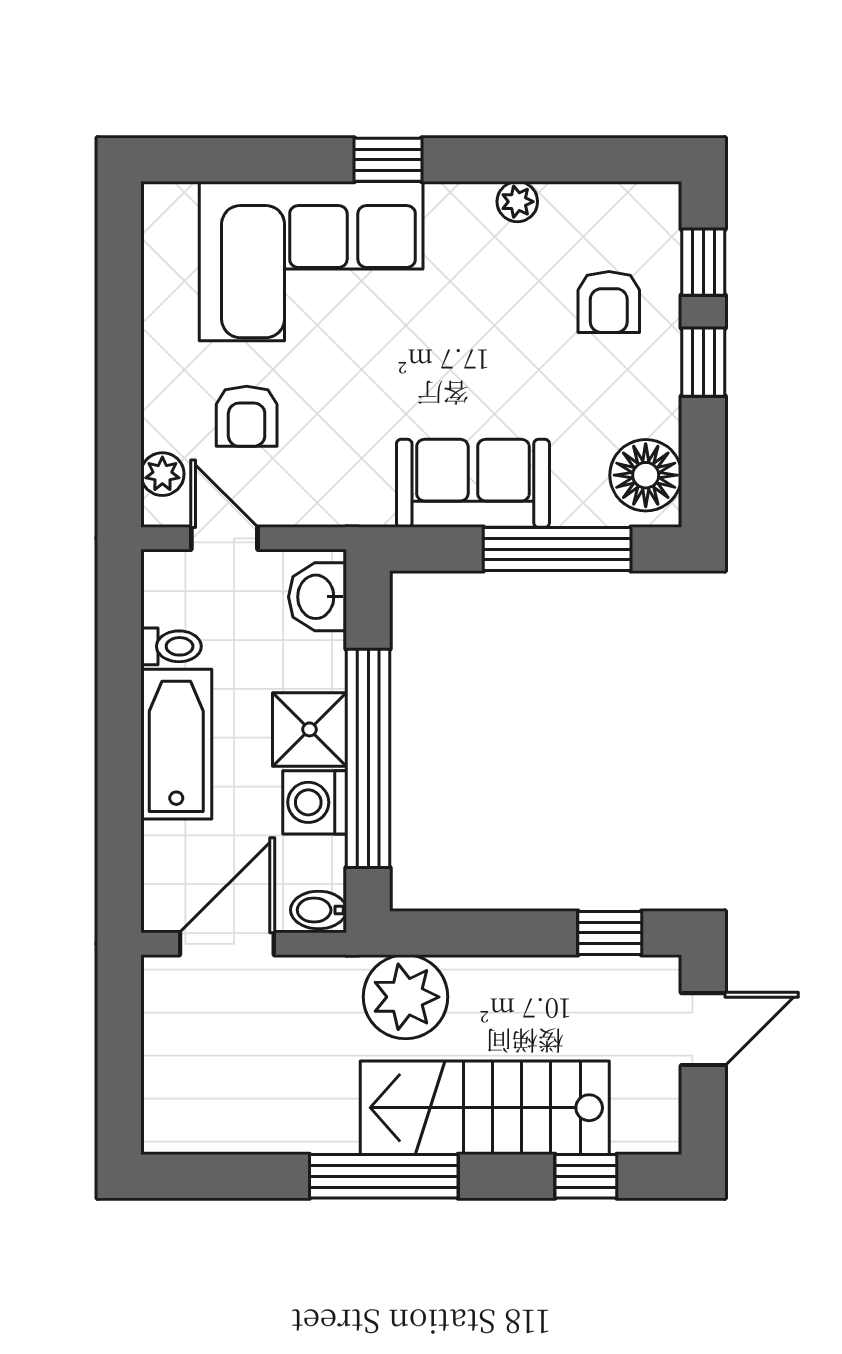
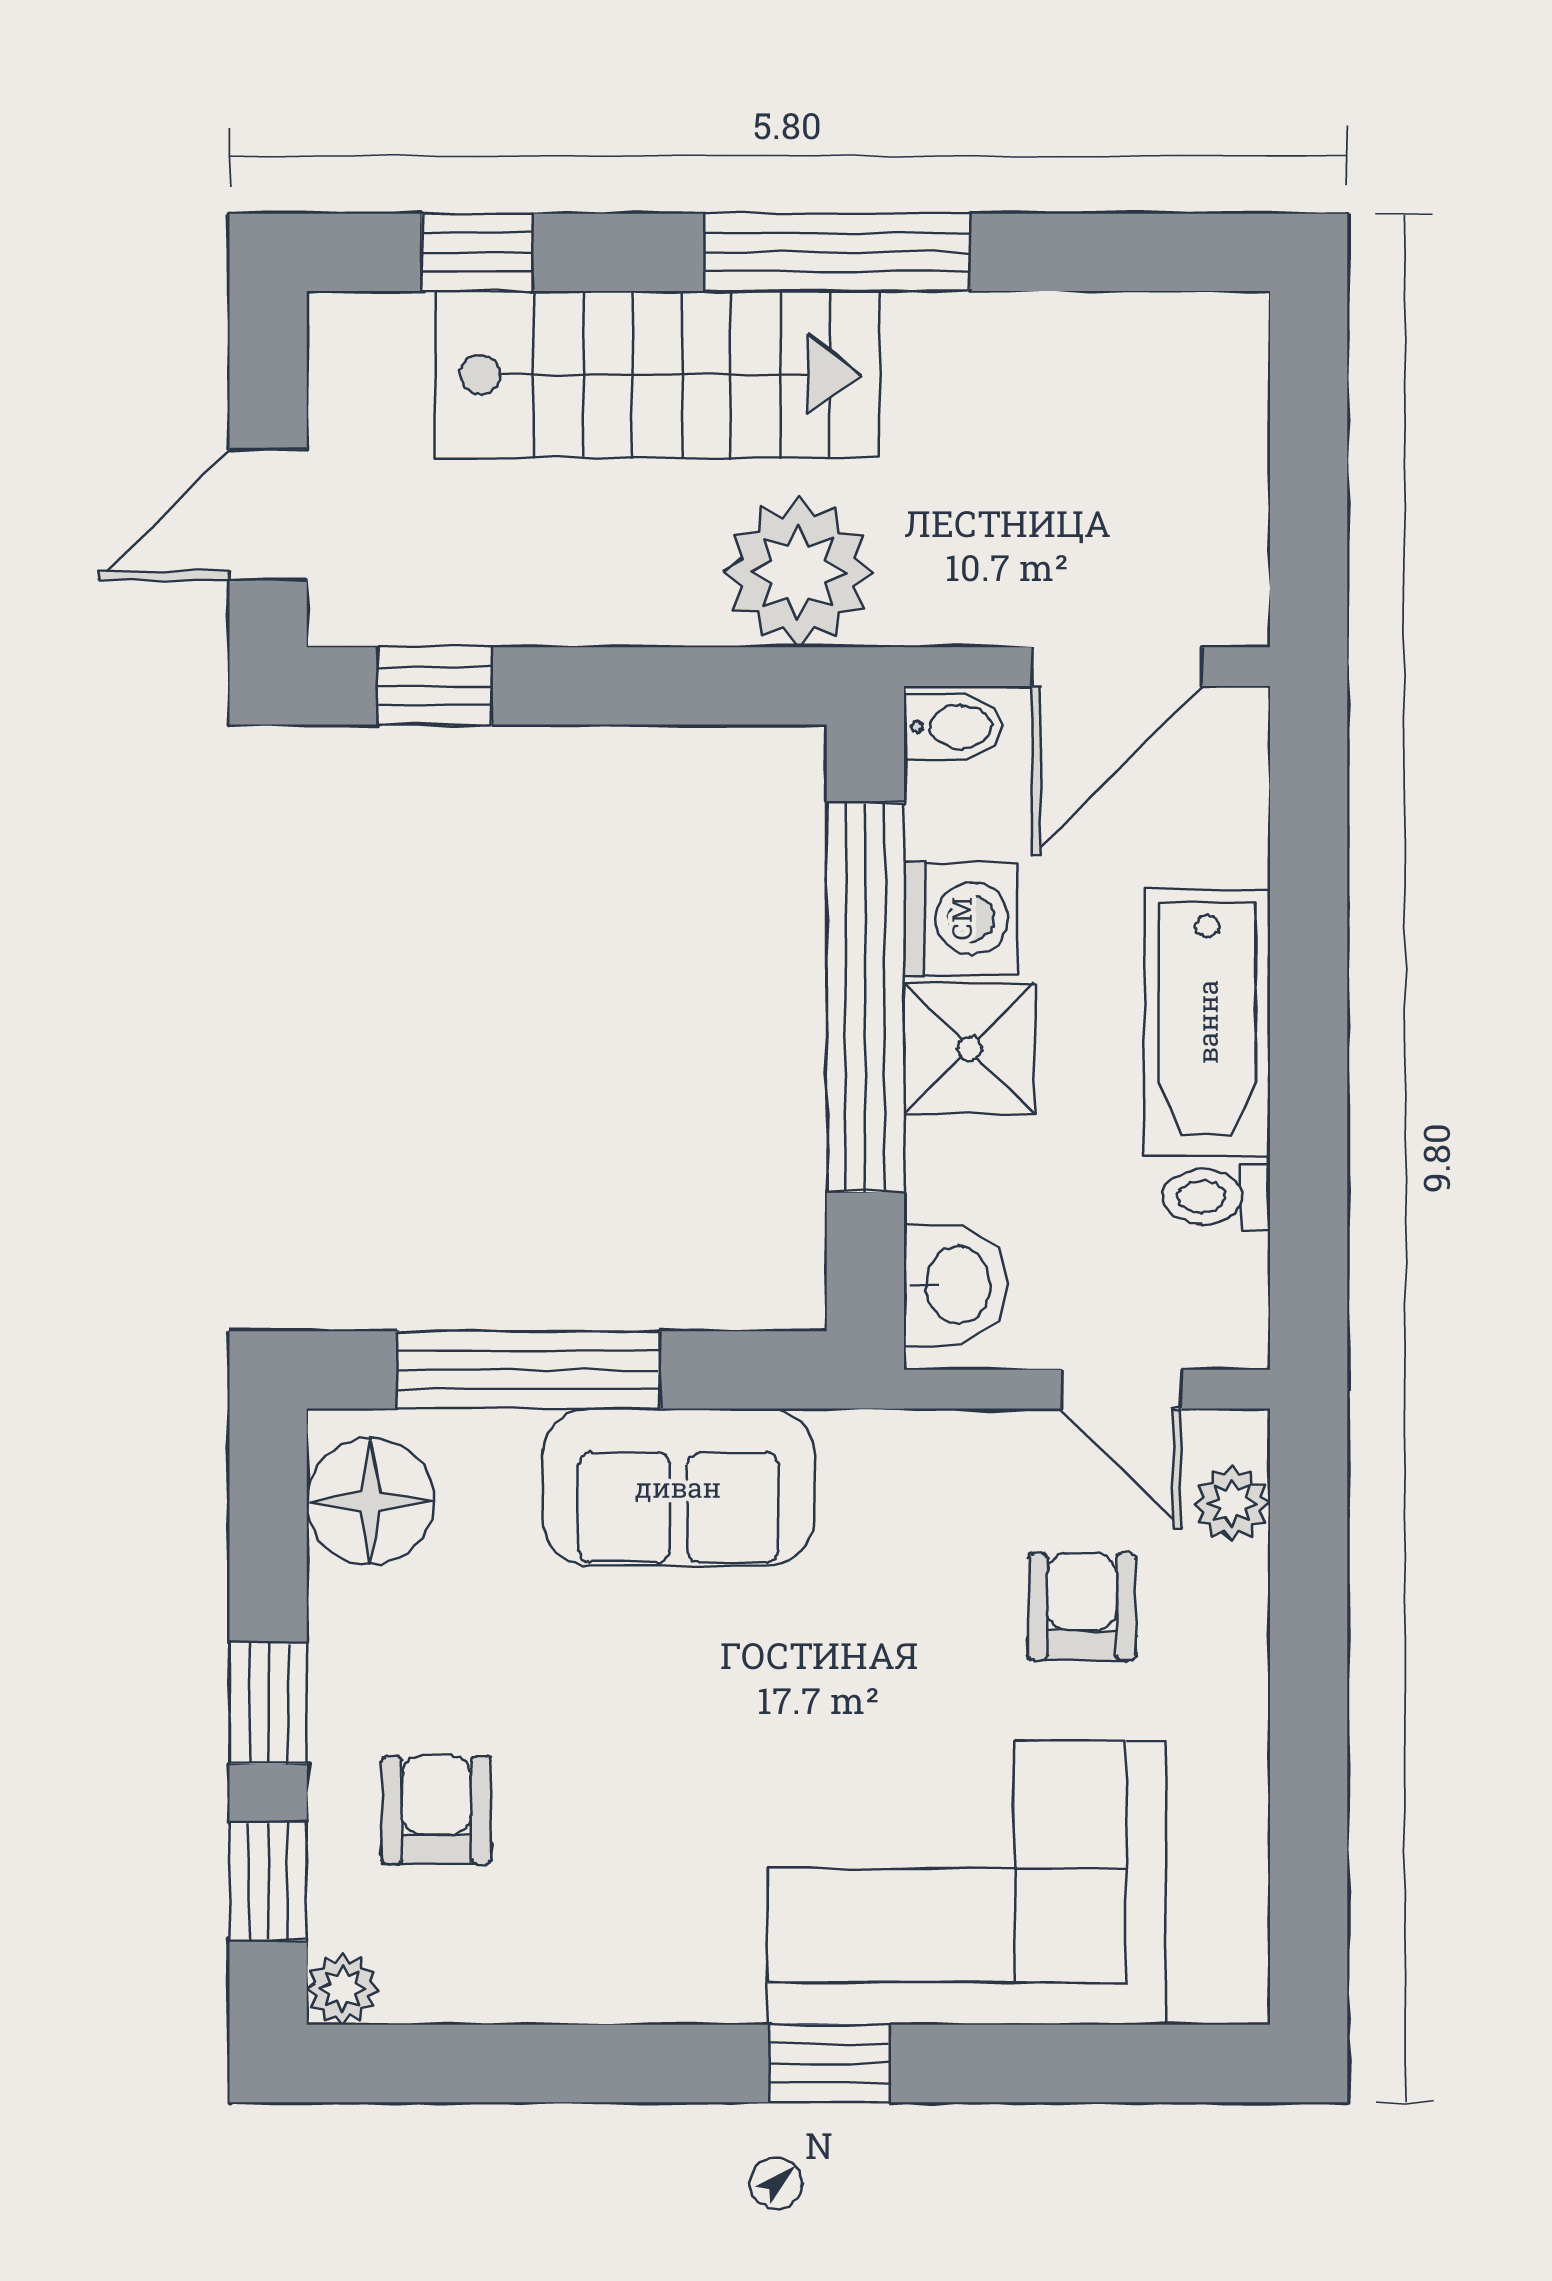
plant: (517, 202) -> (343, 1989), moved

